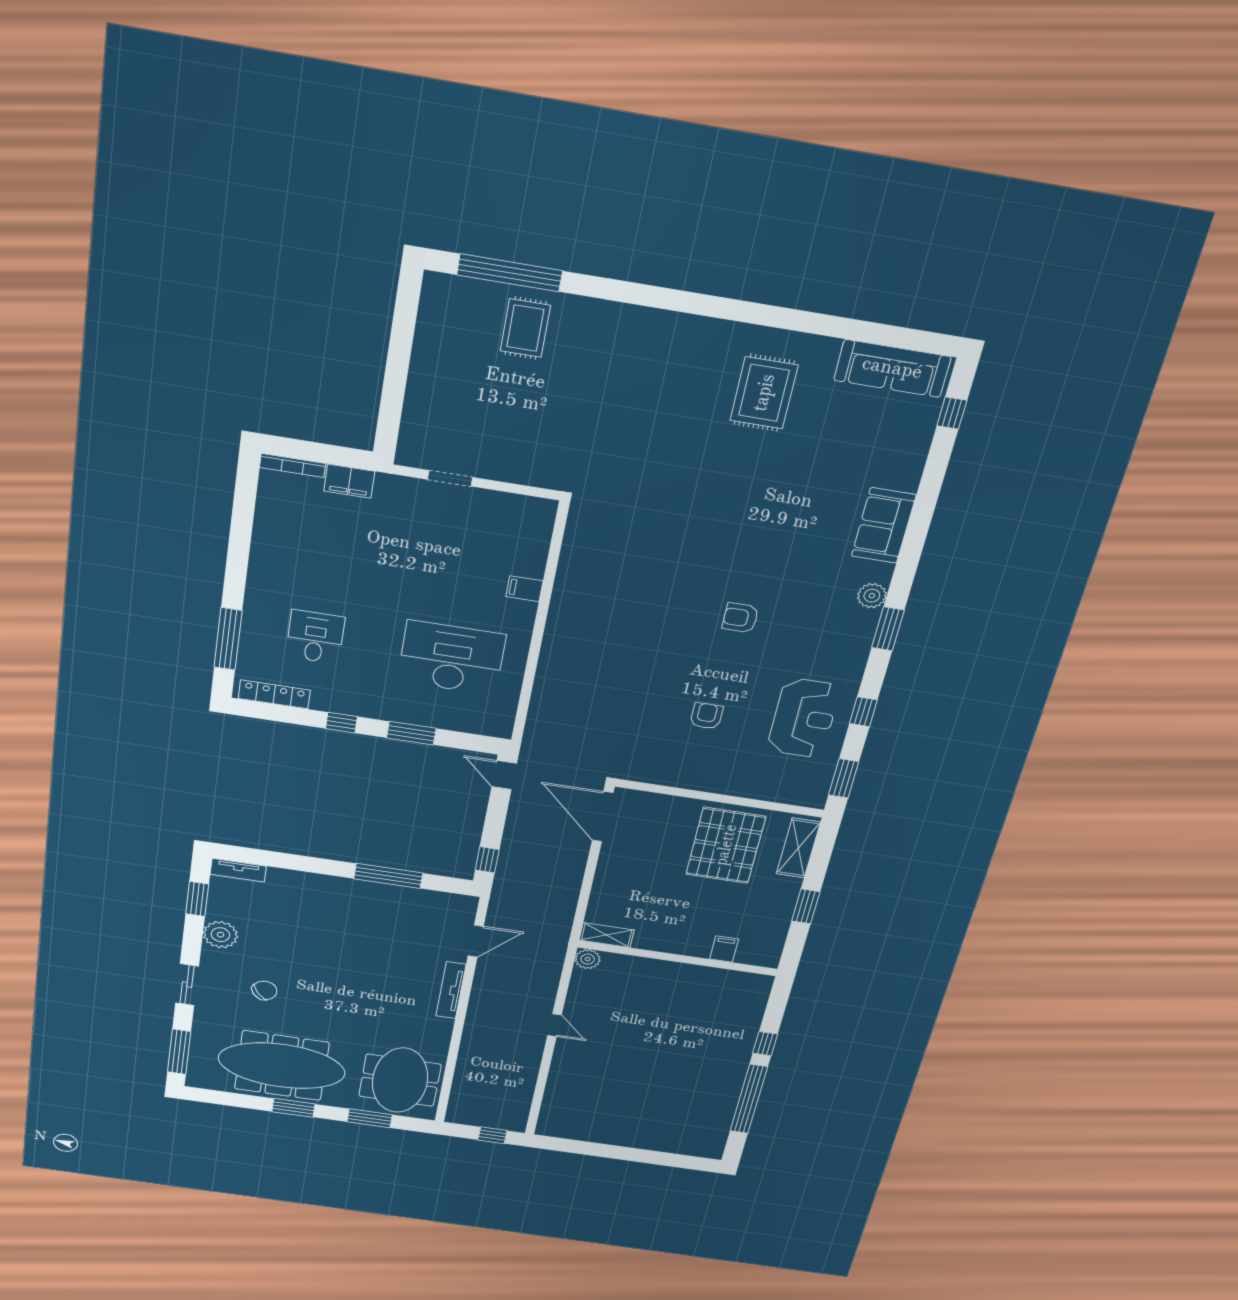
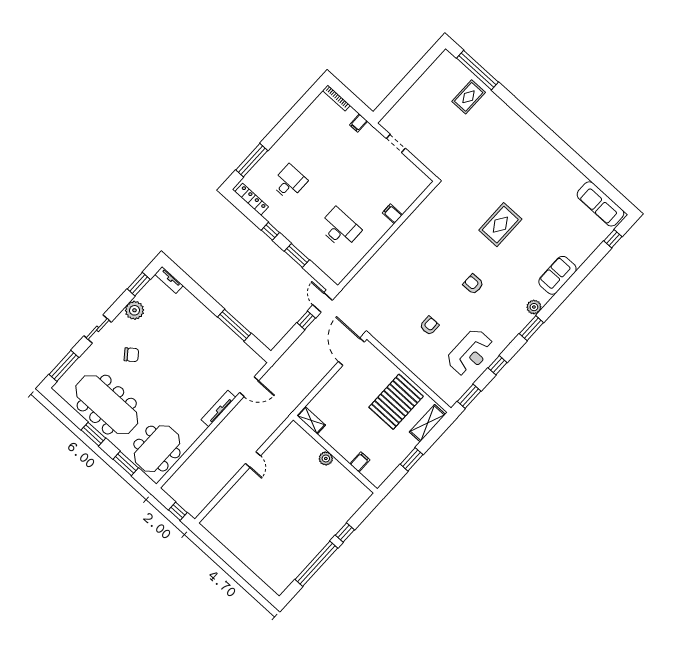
rug: (764, 393) -> (500, 225), moved
filing cabinet: (349, 481) -> (358, 123), width x0.50
desk: (451, 658) -> (340, 228), width x0.73, depth x0.77
window: (487, 860) -> (306, 320), moved
plant: (588, 959) -> (326, 458), moved

